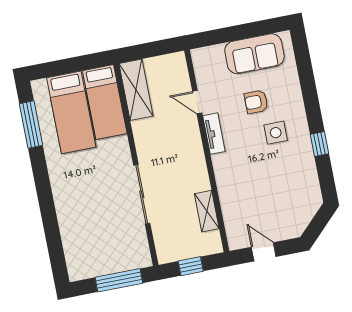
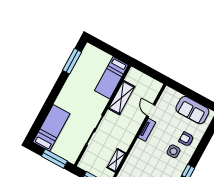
shelving: (136, 90) -> (121, 98), moved
armchair: (256, 102) -> (186, 139), moved
bed: (71, 112) -> (51, 128), moved, turned 180

